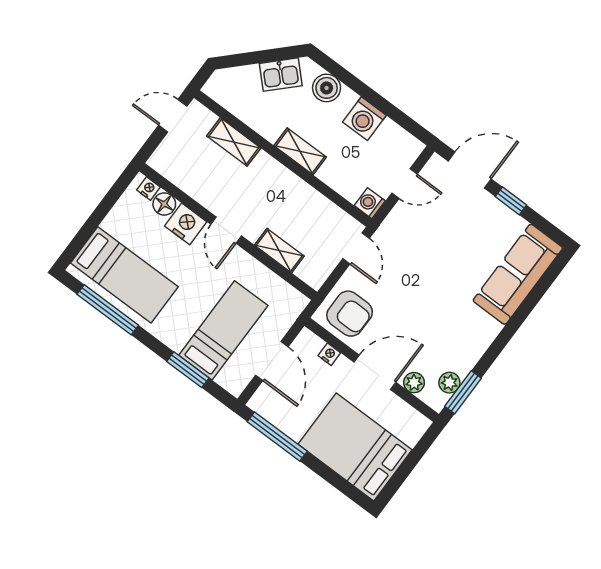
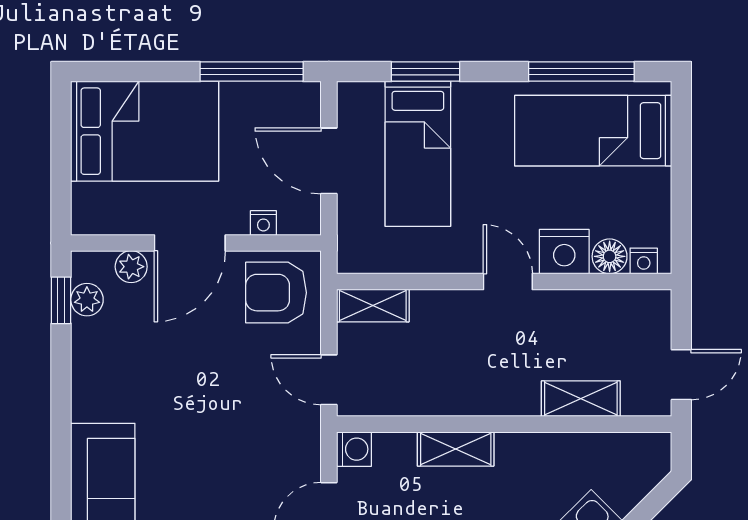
shelving: (300, 151) -> (456, 449), moved
shelving: (279, 251) -> (373, 306), moved
window: (463, 392) -> (61, 300), width x0.67

